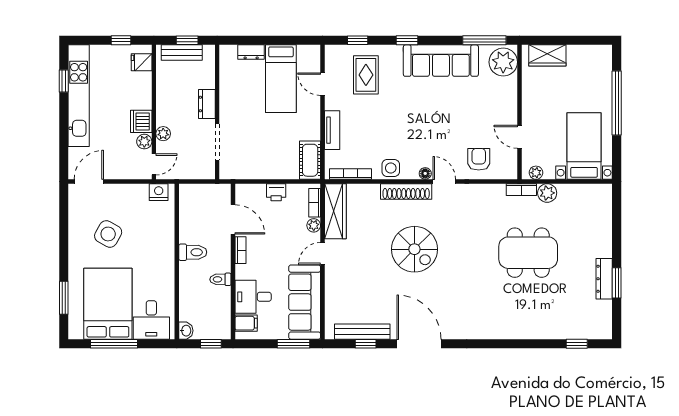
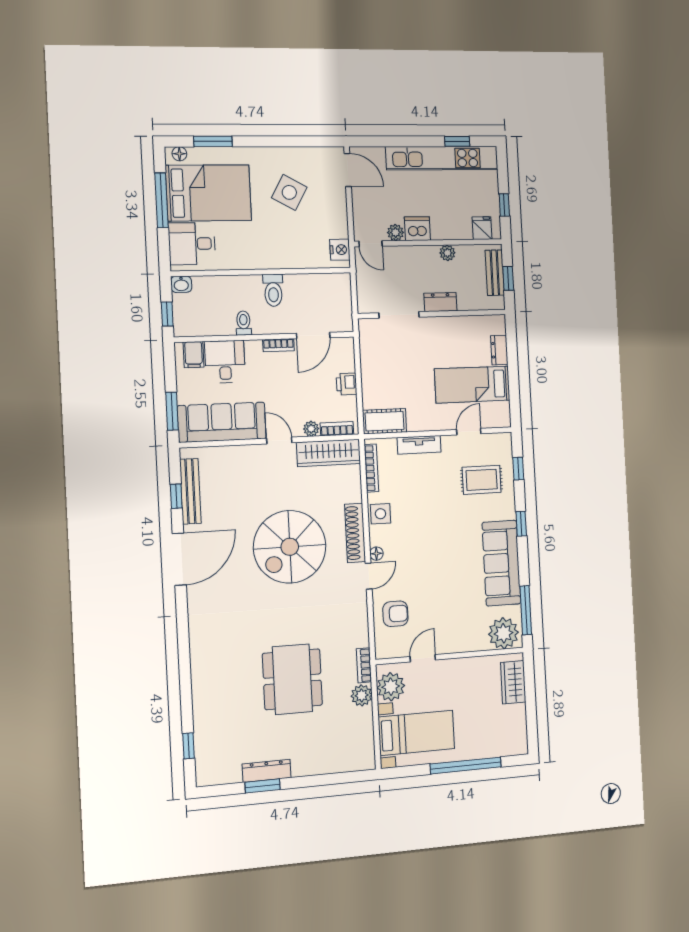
plant: (163, 134) -> (447, 253), moved
plant: (536, 173) -> (391, 687), width x1.87, depth x1.87
spiral stairs: (414, 249) -> (290, 547), width x1.37, depth x1.37
floor lamp: (74, 327) -> (179, 154), added

